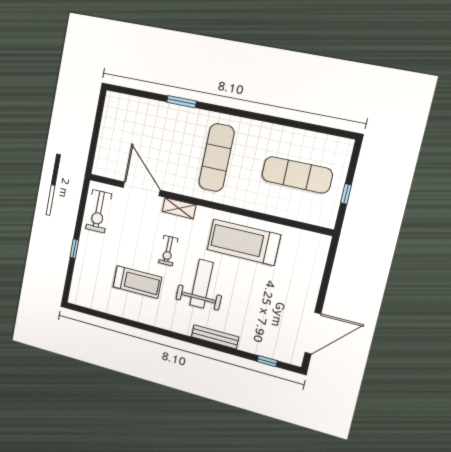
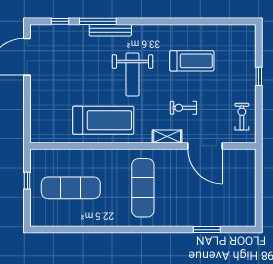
window: (182, 102) -> (207, 230), moved
exercise bike: (99, 211) -> (242, 117), width x0.73, depth x0.72
exercise bike: (168, 251) -> (183, 108), moved, turned -90
treadmill: (137, 282) -> (192, 61), turned 180
window: (226, 350) -> (98, 21), added

